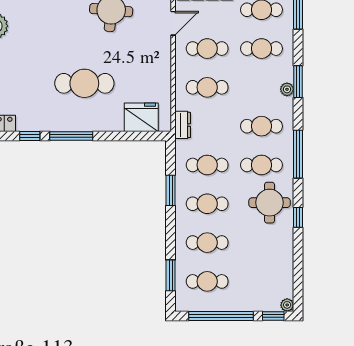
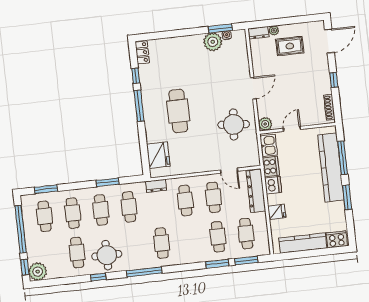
window: (298, 82) -> (217, 264), moved
plant: (287, 89) -> (190, 259), removed
cafe table: (261, 165) -> (77, 253), moved
plant: (287, 305) -> (38, 272), width x1.88, depth x1.88

